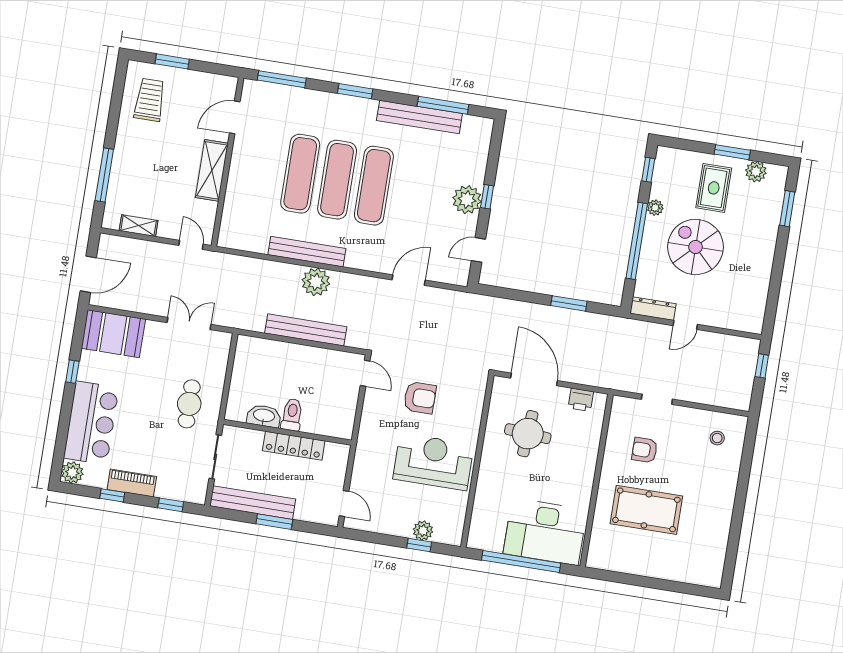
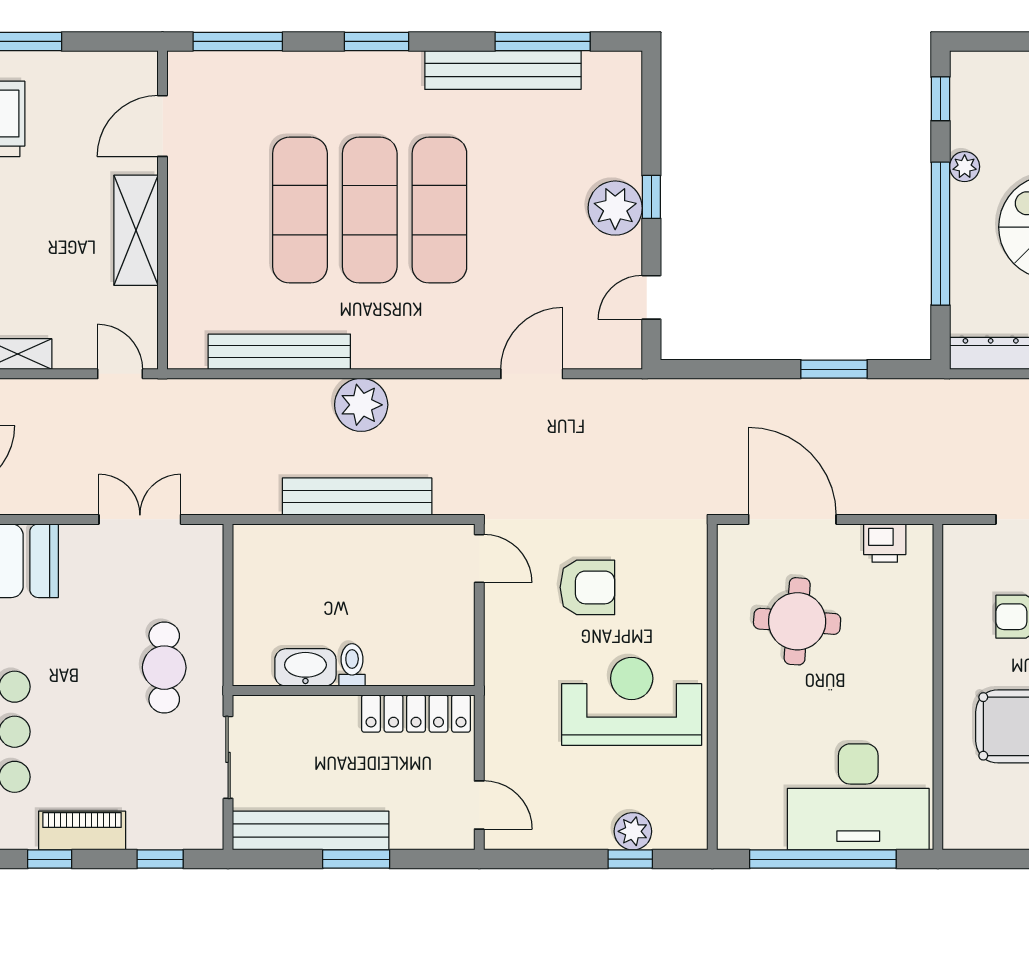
bench: (307, 252) -> (279, 352), moved
toilet: (292, 415) -> (352, 665), width x0.73, depth x0.72
locker: (294, 446) -> (416, 714), moved

